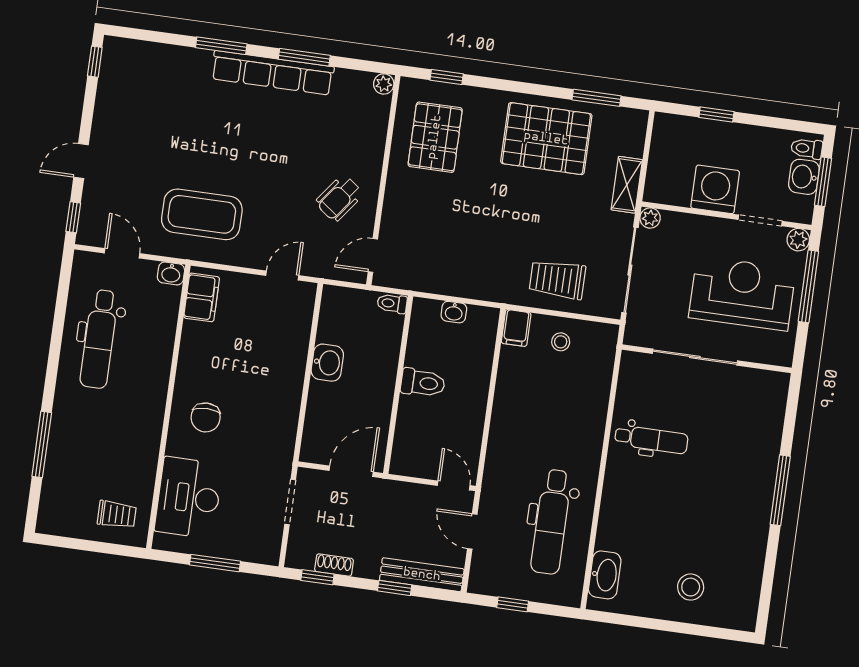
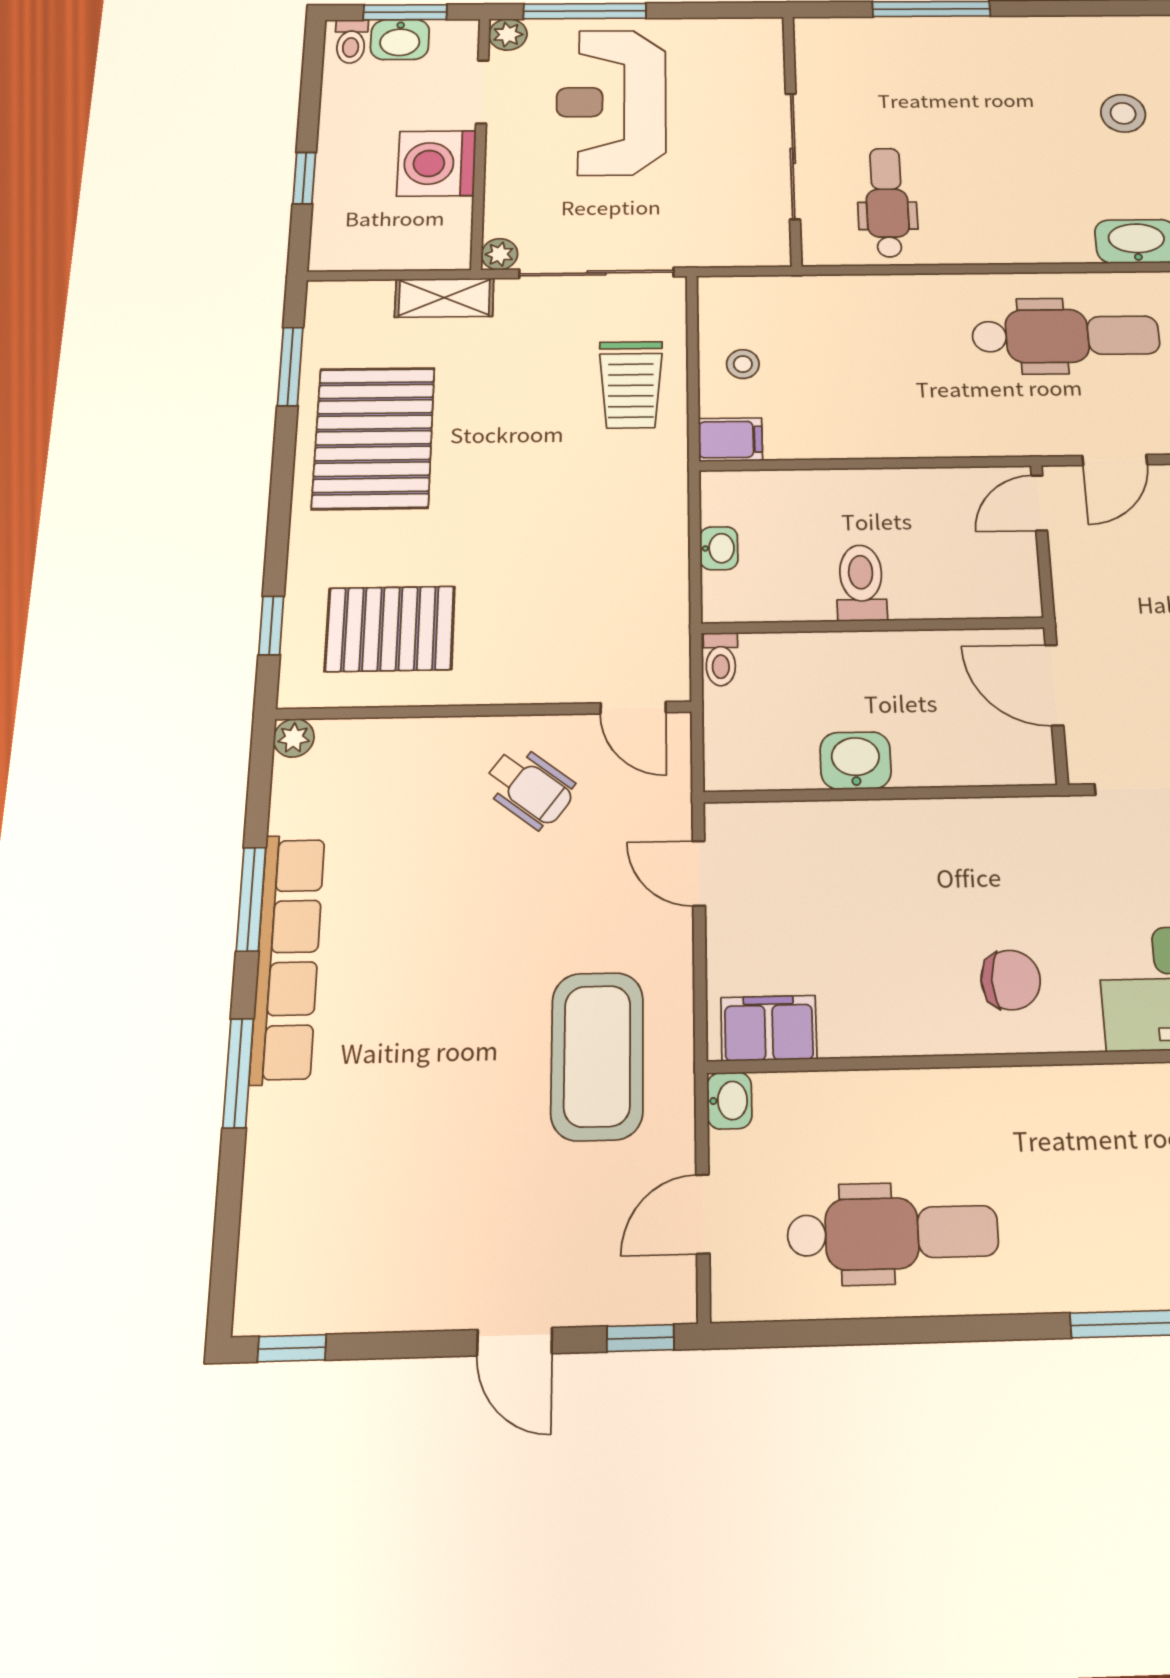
sliding door: (695, 357) -> (793, 156), moved
wall: (707, 359) -> (792, 138), moved

